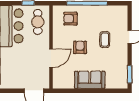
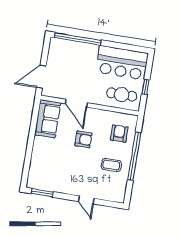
coffee table: (105, 40) -> (111, 165), moved
sofa: (90, 80) -> (48, 119), moved

